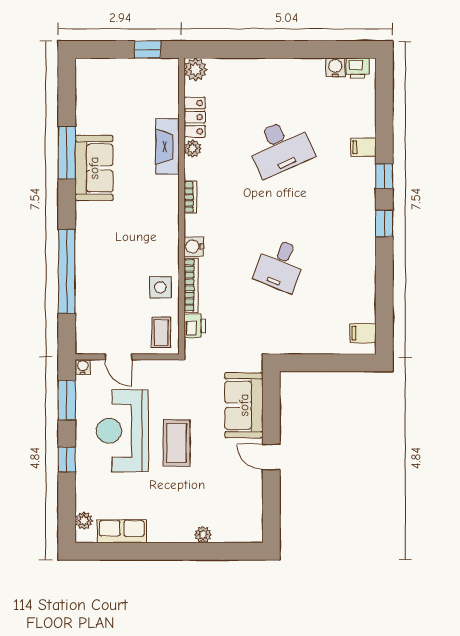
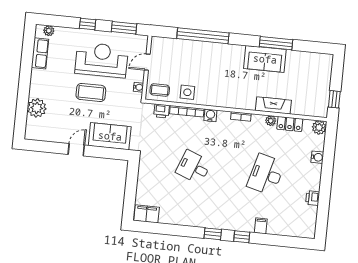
water cooler: (335, 67) -> (317, 157), moved
printer: (358, 68) -> (313, 198), moved
desk: (280, 147) -> (266, 174), turned 39
filing cabinet: (363, 333) -> (147, 214), width x2.00
water cooler: (83, 367) -> (138, 87), moved
plant: (203, 535) -> (37, 108), width x1.87, depth x1.87

